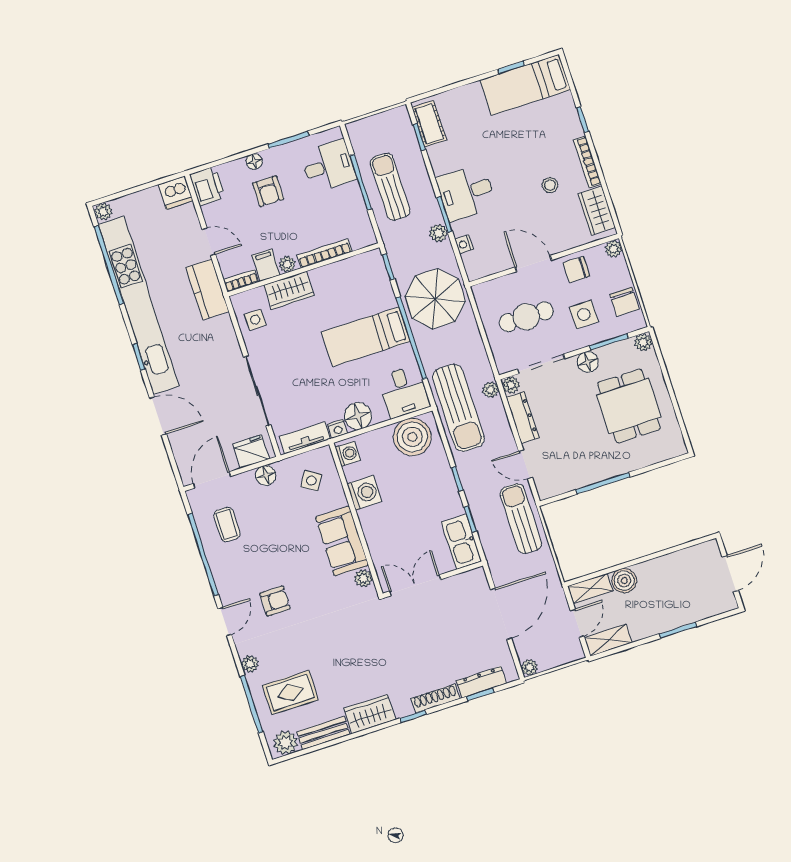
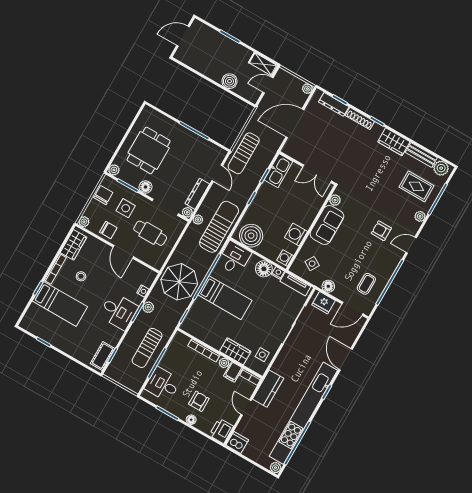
bed: (525, 85) -> (60, 304), moved
shelving: (590, 588) -> (247, 93), removed

